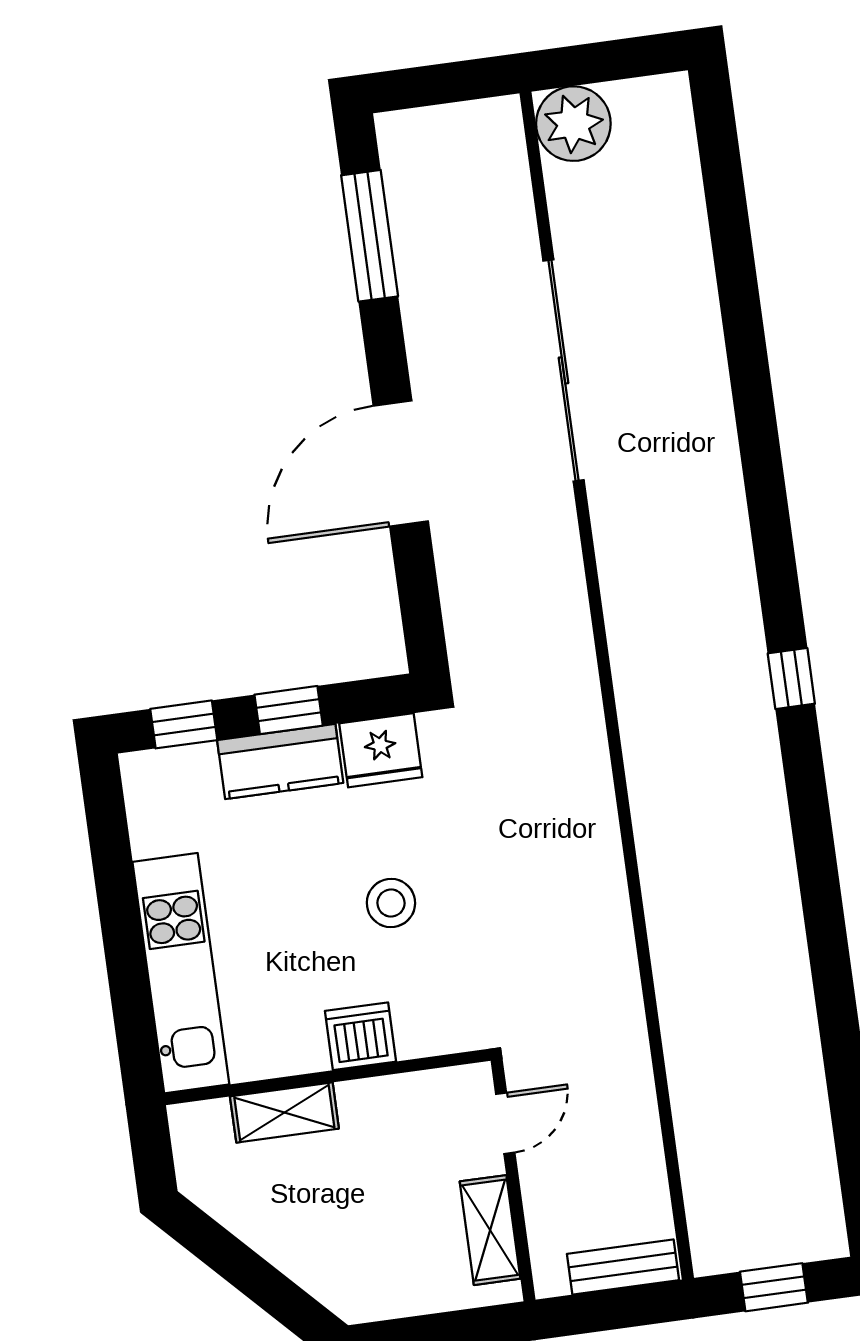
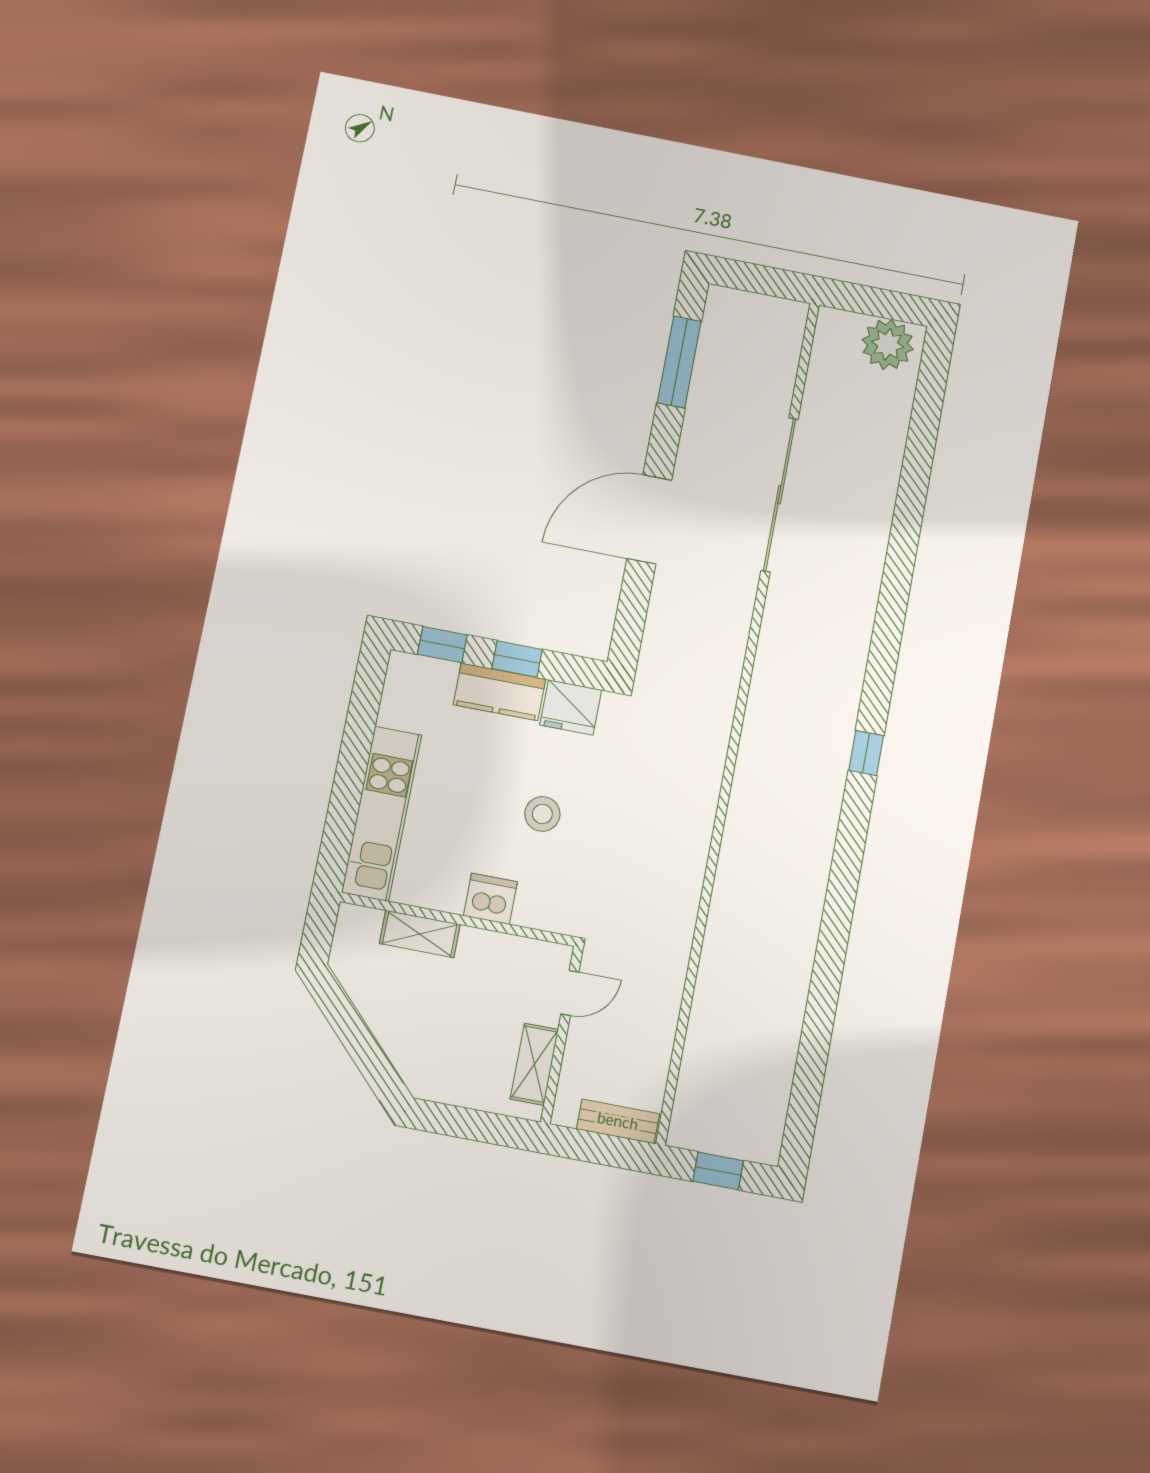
plant: (573, 124) -> (888, 344), moved

